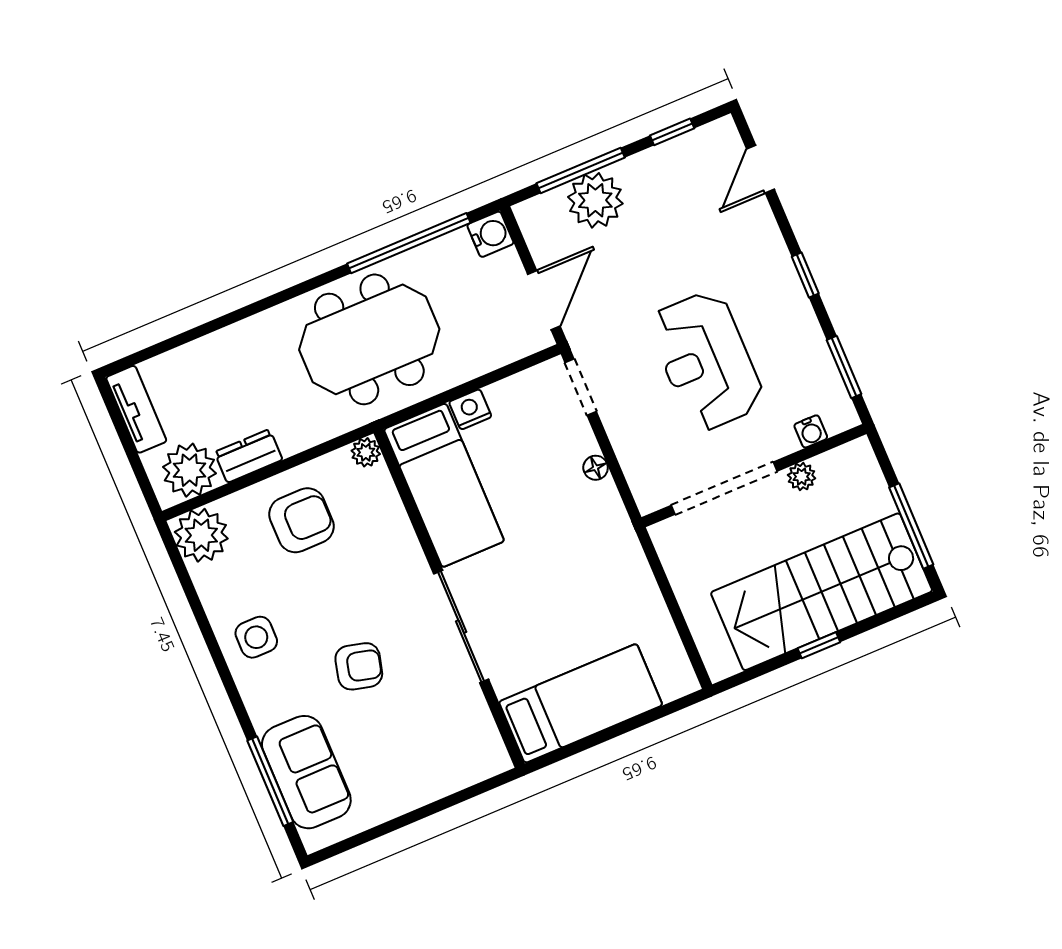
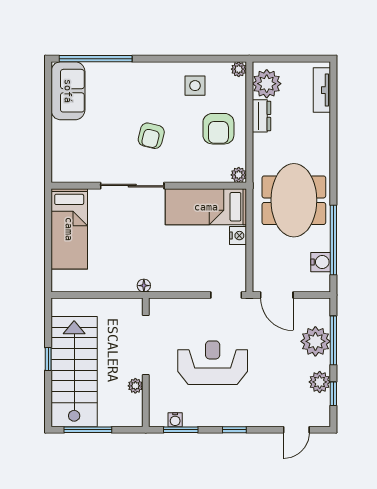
plant: (662, 164) -> (320, 382), added
door: (760, 169) -> (296, 430), swing flipped
water cooler: (490, 234) -> (321, 262), moved, turned -90
tv unit: (136, 409) -> (322, 90), moved, turned 90
water cooler: (811, 431) -> (175, 420), moved, turned -90
floor lamp: (596, 468) -> (144, 286), moved
plant: (201, 535) -> (239, 69), width x0.53, depth x0.53
side table: (256, 637) -> (195, 86), moved
armchair: (359, 666) -> (151, 136), moved
sofa: (306, 772) -> (68, 91), moved, turned -90
window: (270, 781) -> (96, 59), width x1.46

